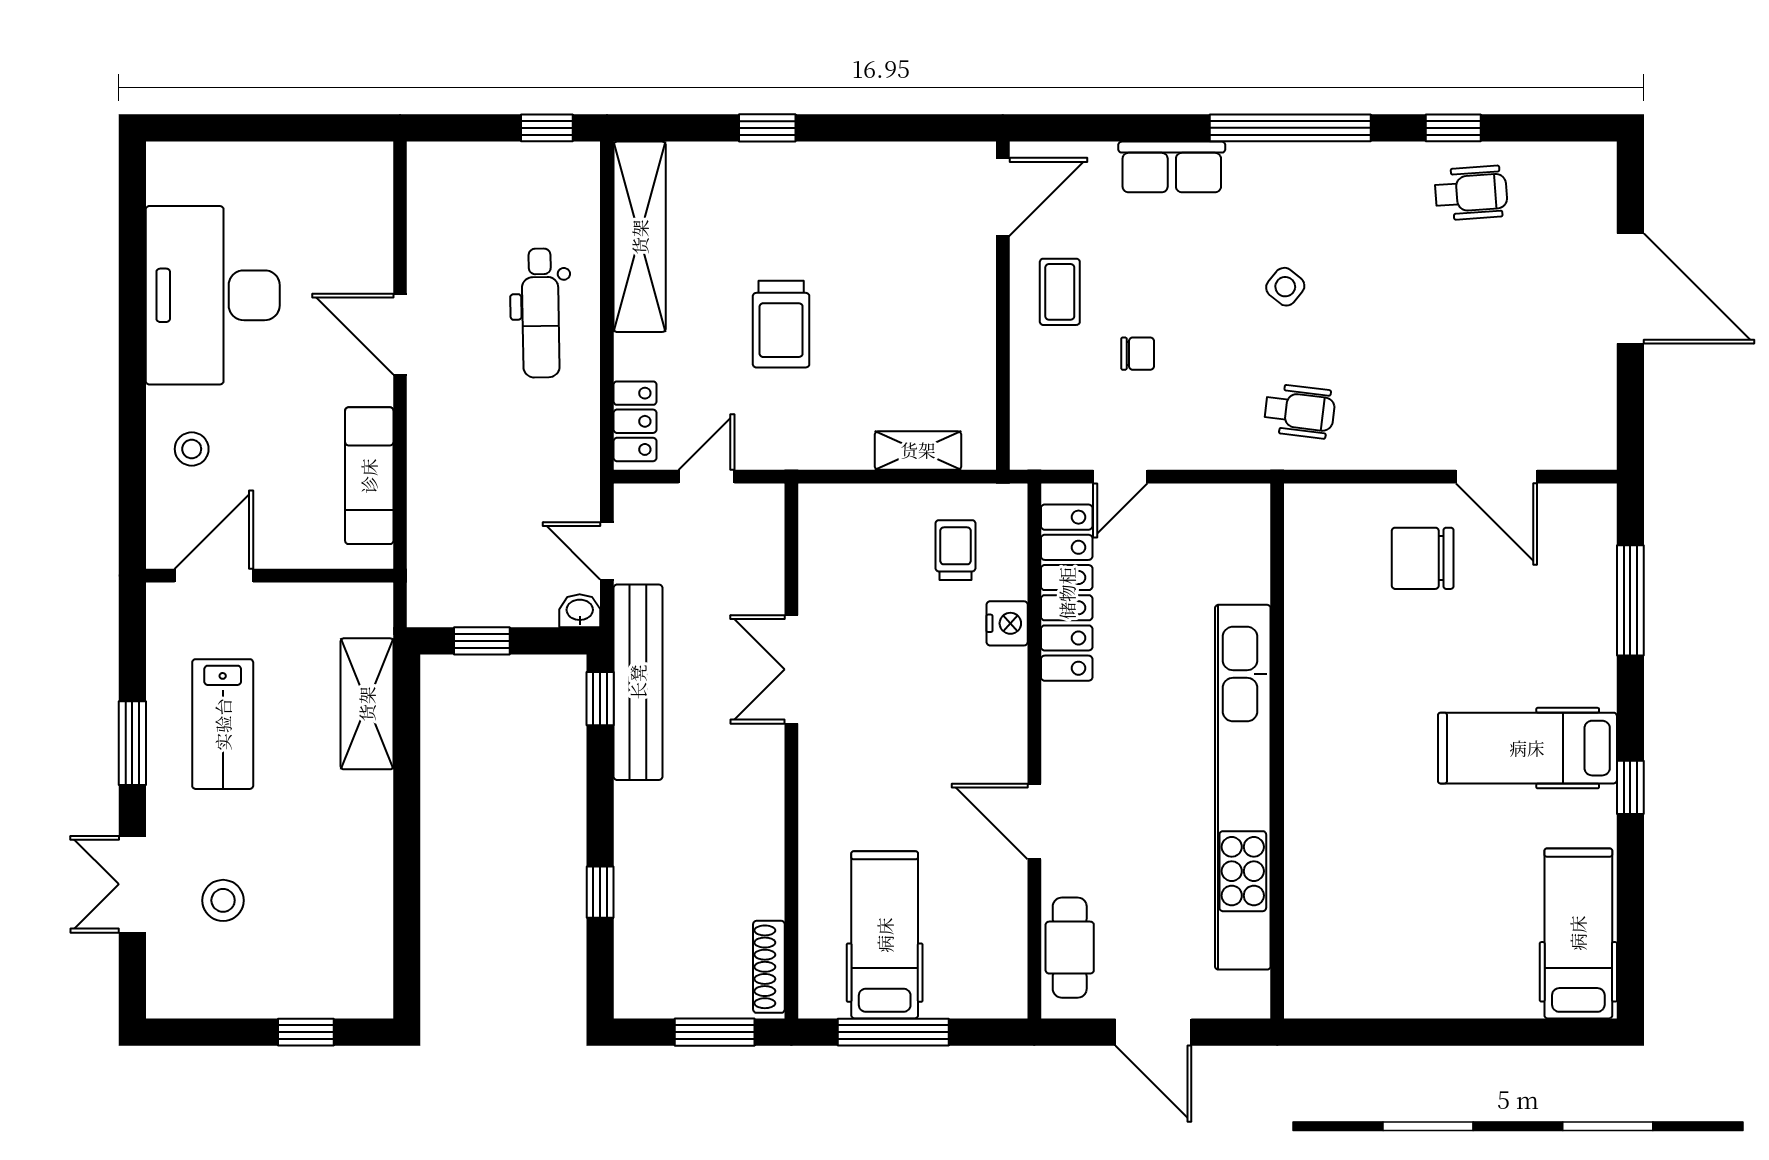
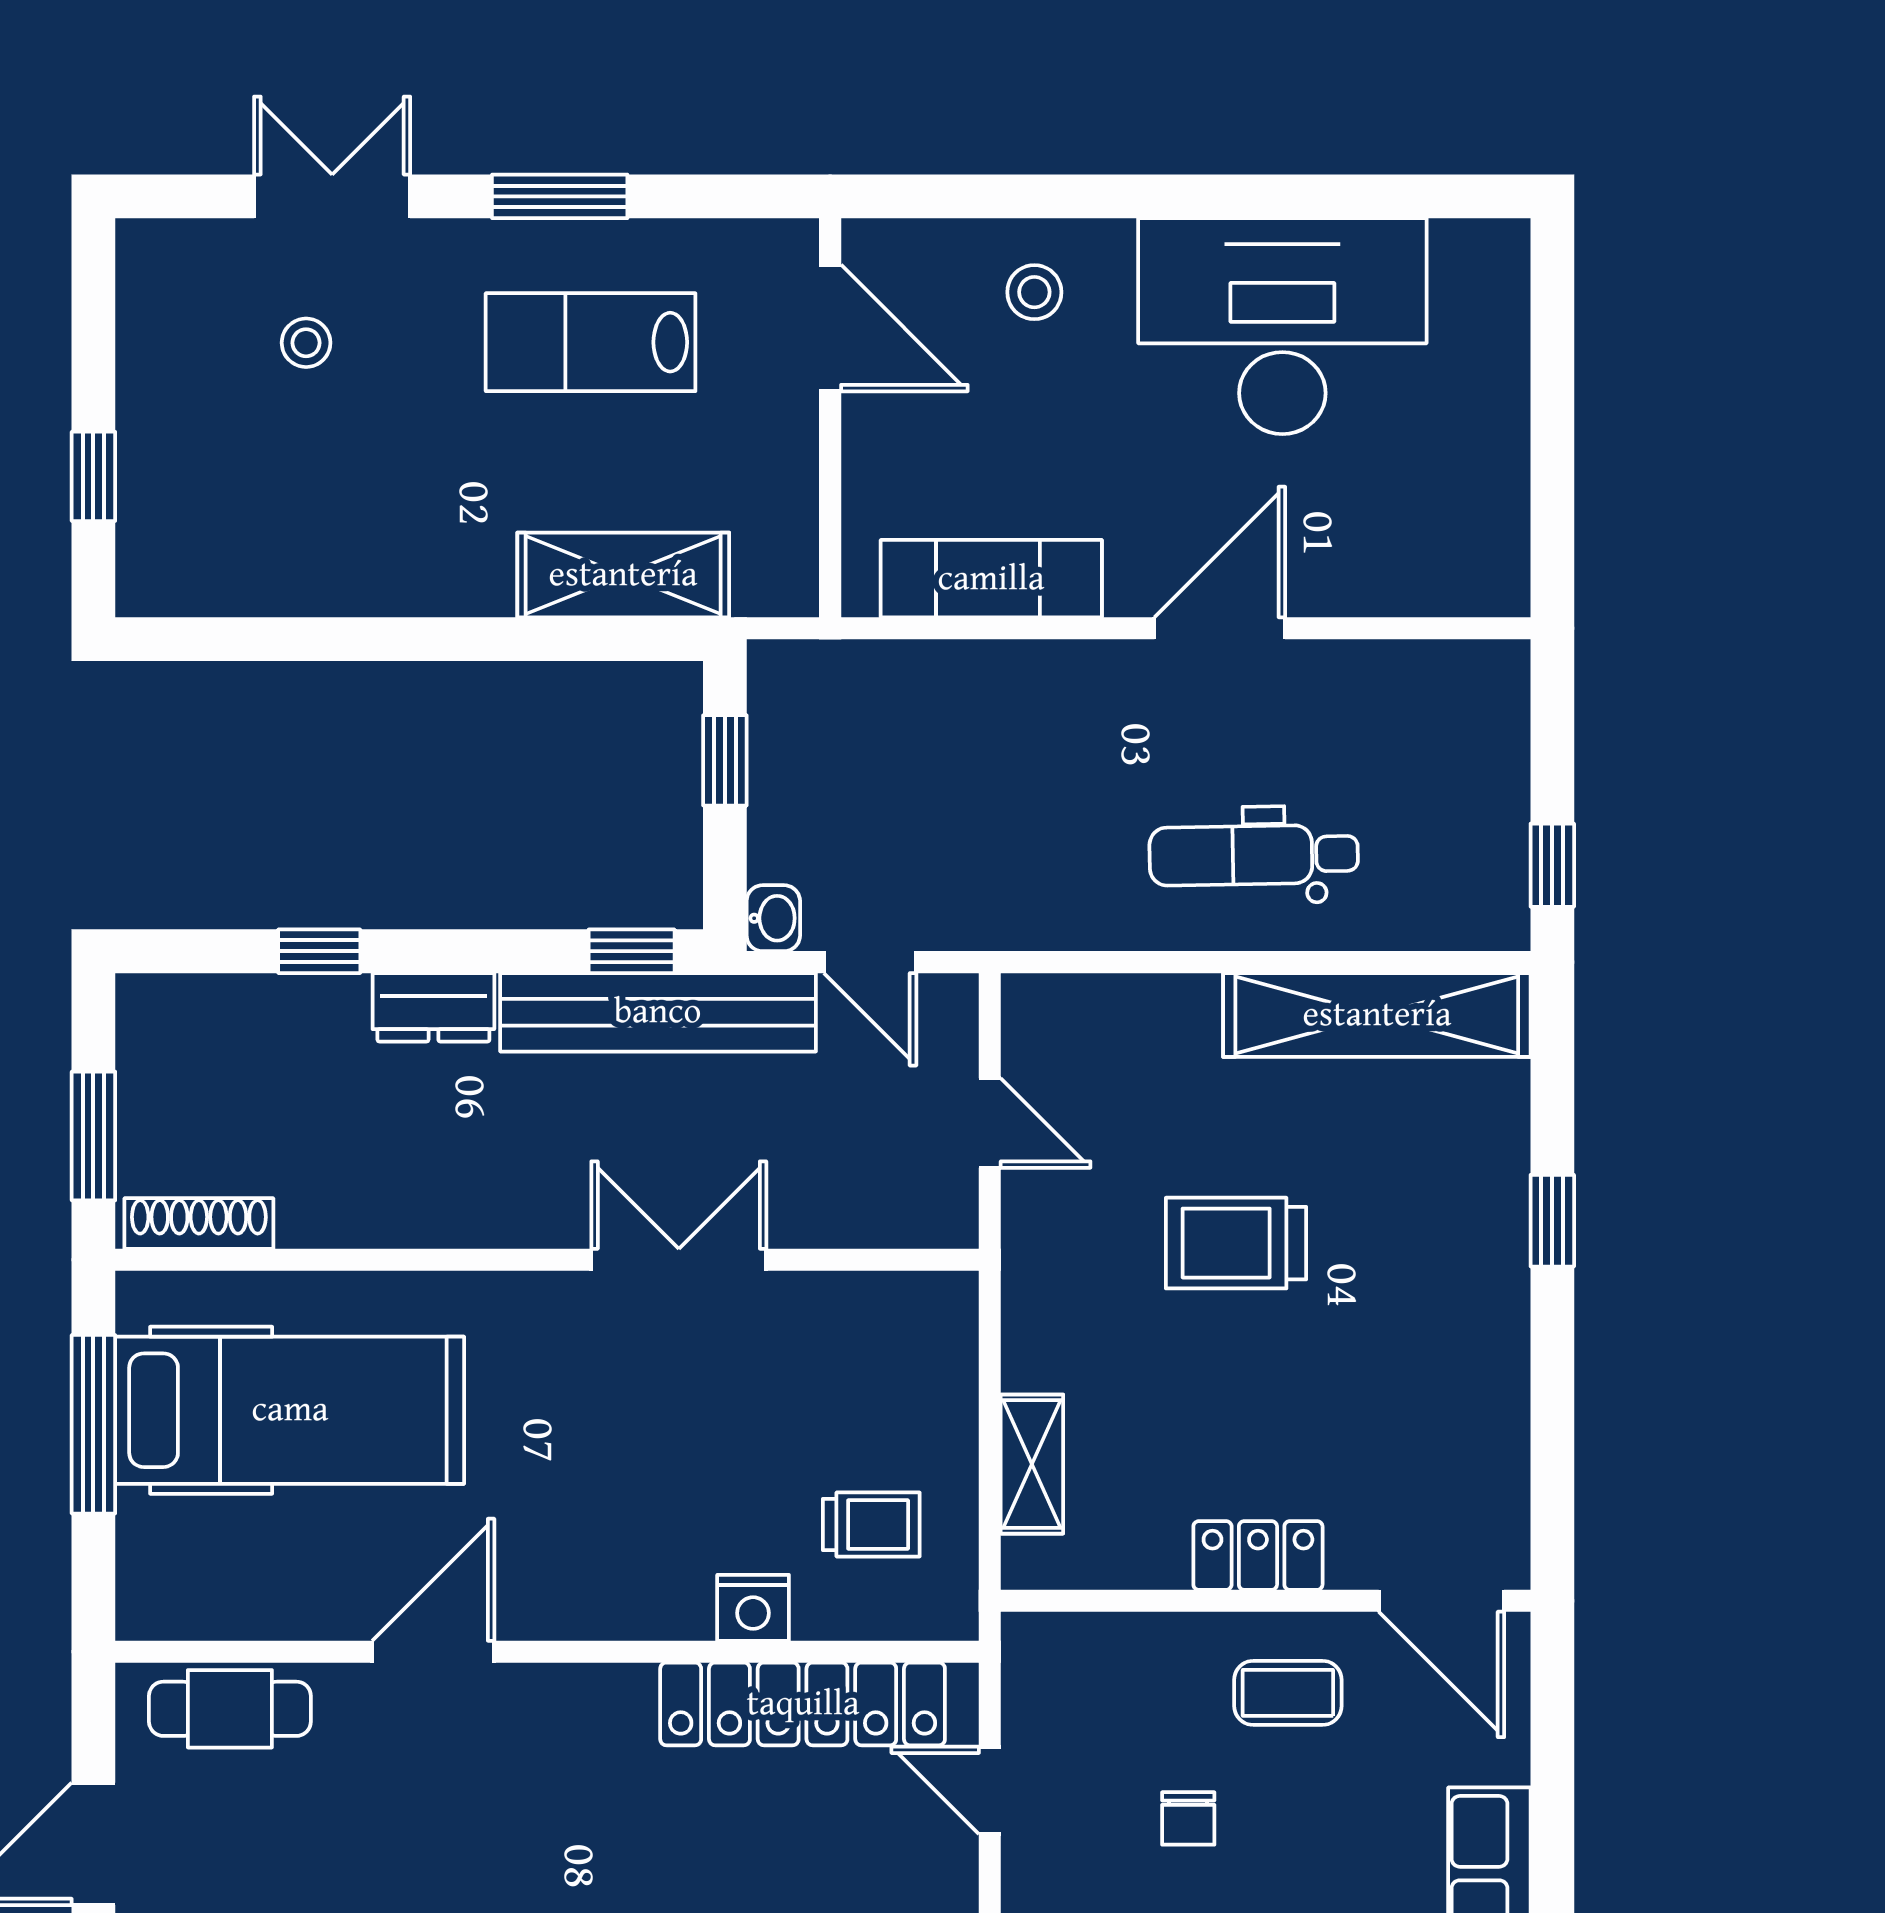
locker: (635, 421) -> (1258, 1555), moved, turned 180
door: (607, 551) -> (870, 962), swing flipped
dresser: (635, 821) -> (433, 1007), added
stool: (223, 900) -> (306, 343), width x0.73, depth x0.73
hospital bed: (885, 935) -> (290, 1410), width x1.37, depth x1.29

